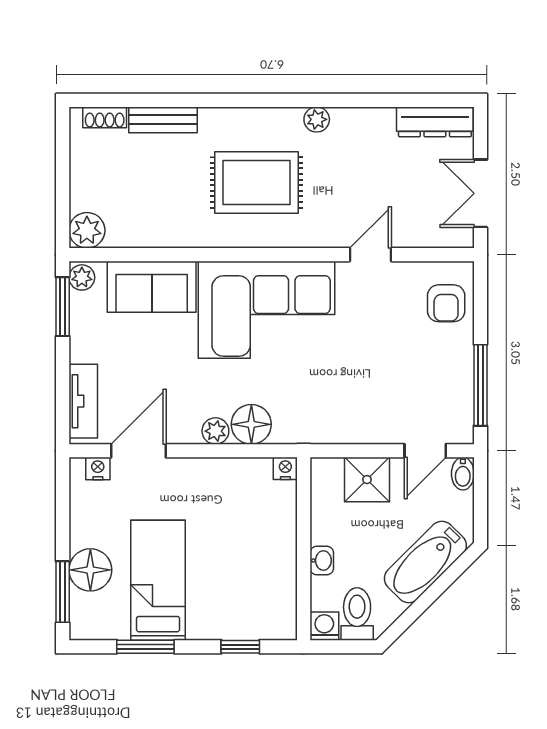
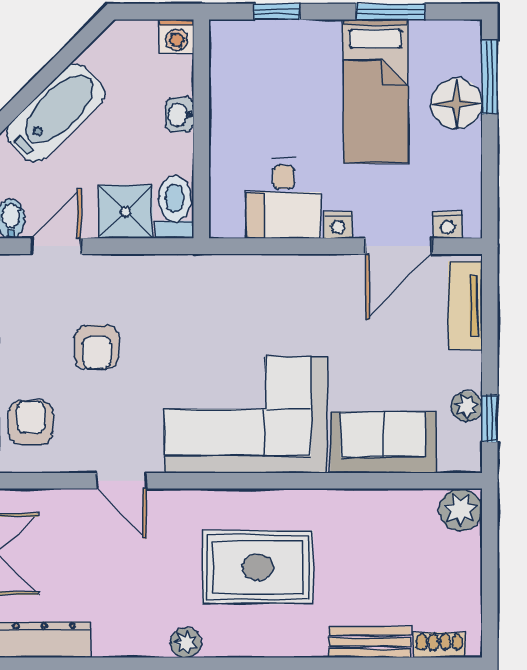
door: (370, 255) -> (121, 481), hinge flipped
plant: (82, 277) -> (467, 406), moved
window: (63, 307) -> (490, 419), width x0.67
armchair: (391, 366) -> (97, 347), added
floor lamp: (251, 424) -> (264, 278), removed
plant: (215, 431) -> (307, 270), removed
nightstand: (285, 468) -> (338, 225), moved
desk: (235, 491) -> (284, 199), added
toilet: (357, 614) -> (174, 207), moved, turned 180

